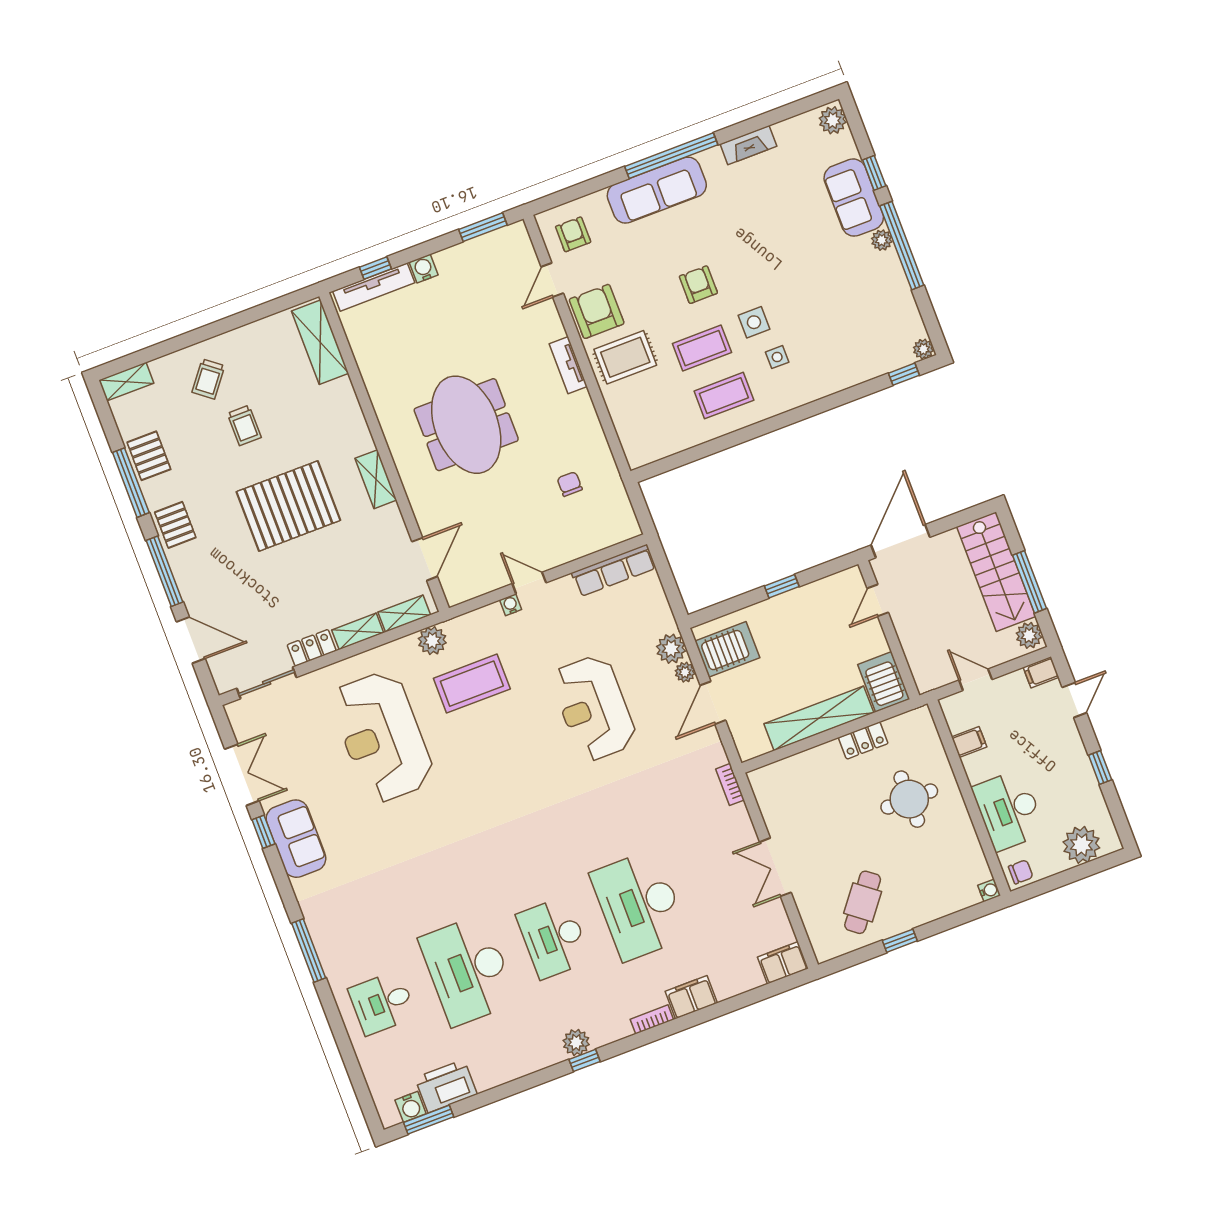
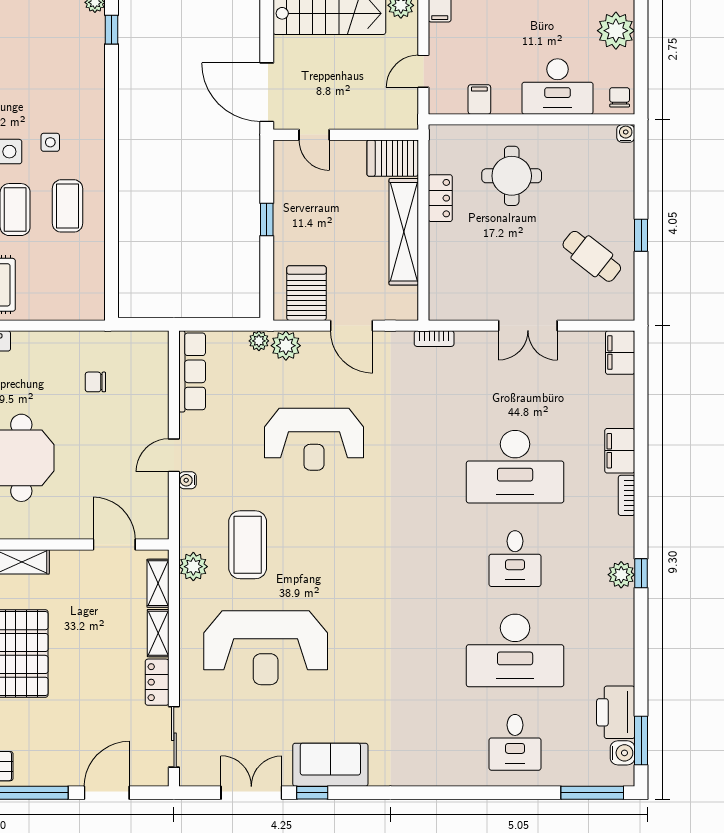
plant: (685, 672) -> (259, 341), moved
desk: (554, 938) -> (515, 559), width x0.73
window: (309, 951) -> (592, 793), moved

